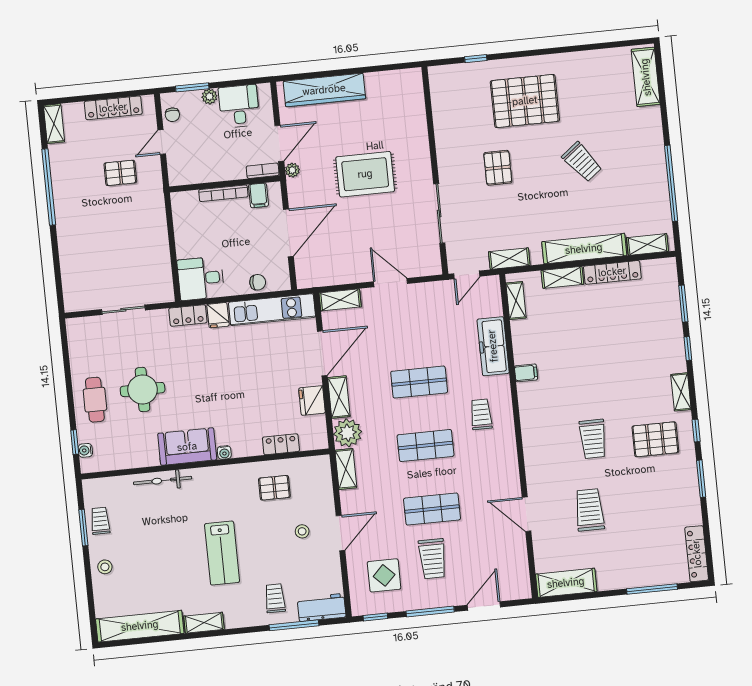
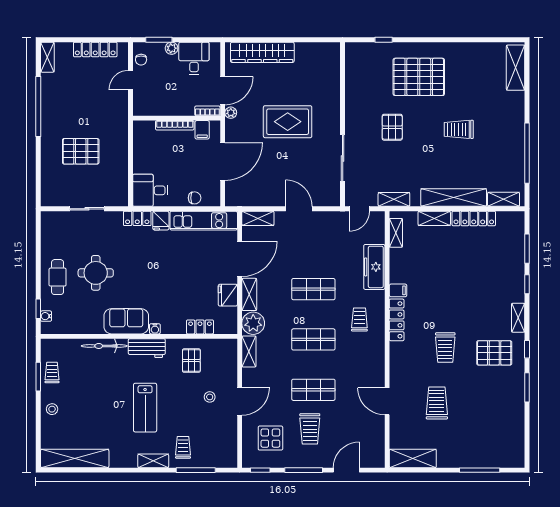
trolley: (582, 162) -> (459, 129), turned 128
pallet: (120, 173) -> (81, 151), moved, width x1.50, depth x1.42
pallet: (274, 488) -> (191, 361), turned 90
locker: (697, 554) -> (397, 320), moved, turned 180
workbench: (322, 607) -> (147, 348), moved, turned 180
shelving: (204, 623) -> (153, 461), moved

